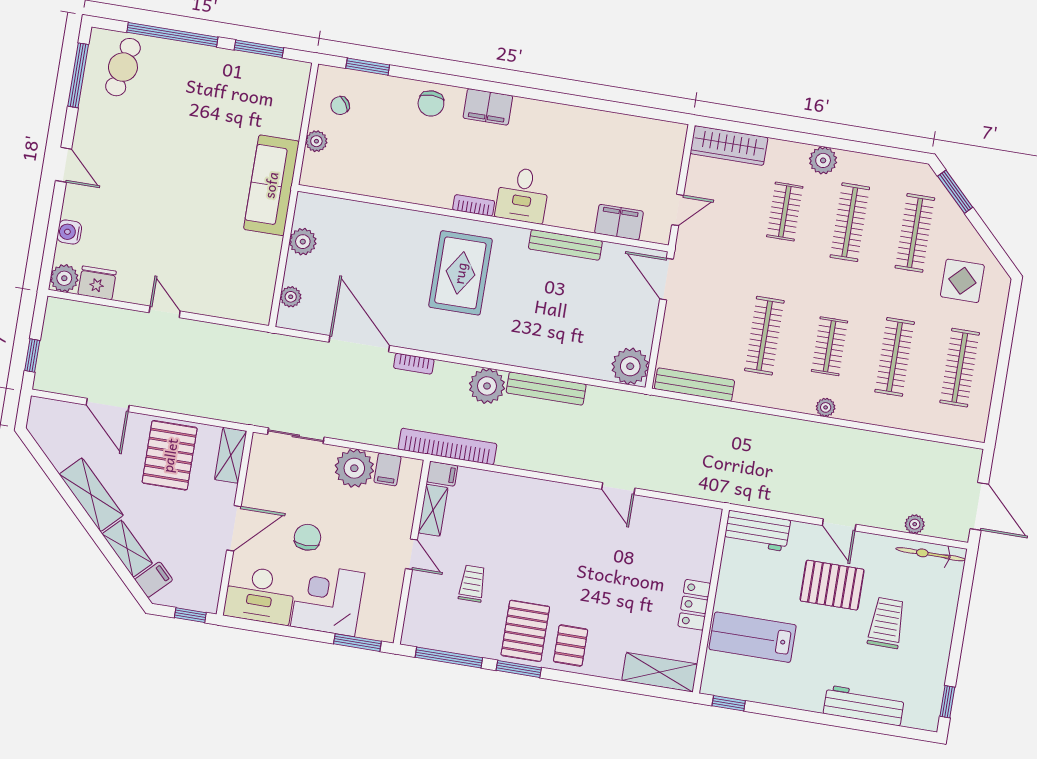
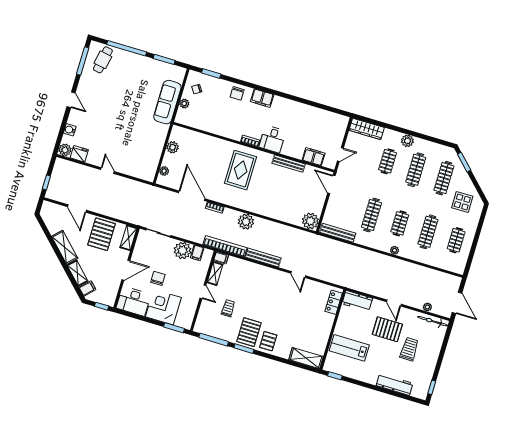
sofa: (271, 185) -> (167, 102), moved
clothes rail: (960, 368) -> (456, 240), width x0.73
bench: (546, 389) -> (263, 258), moved
locker: (694, 605) -> (334, 302), moved

